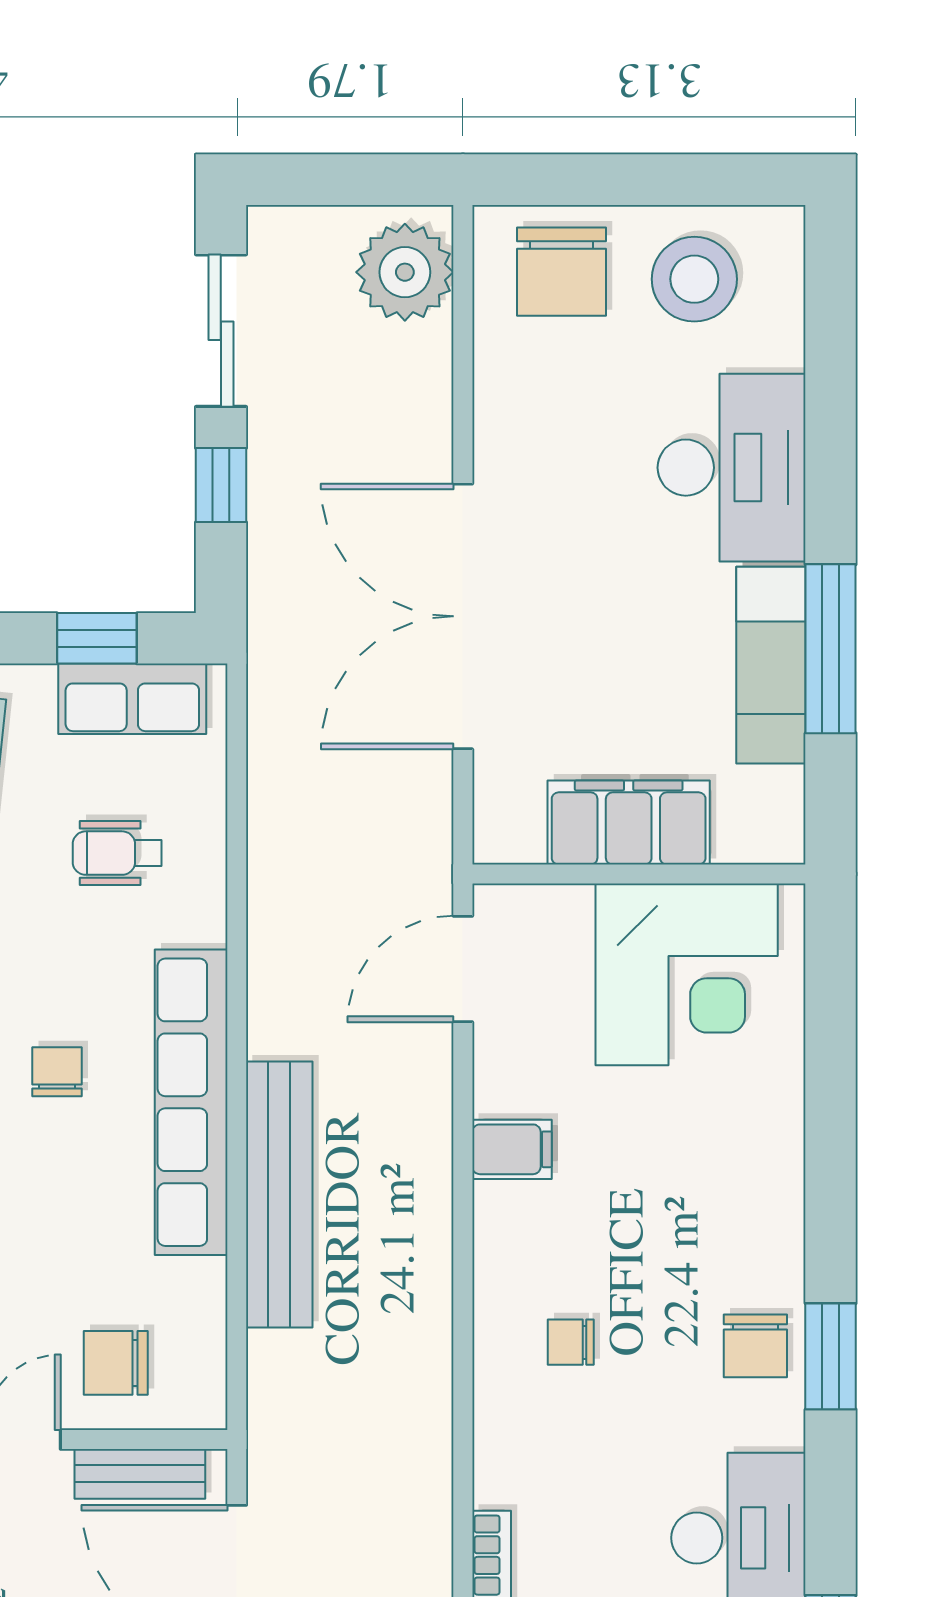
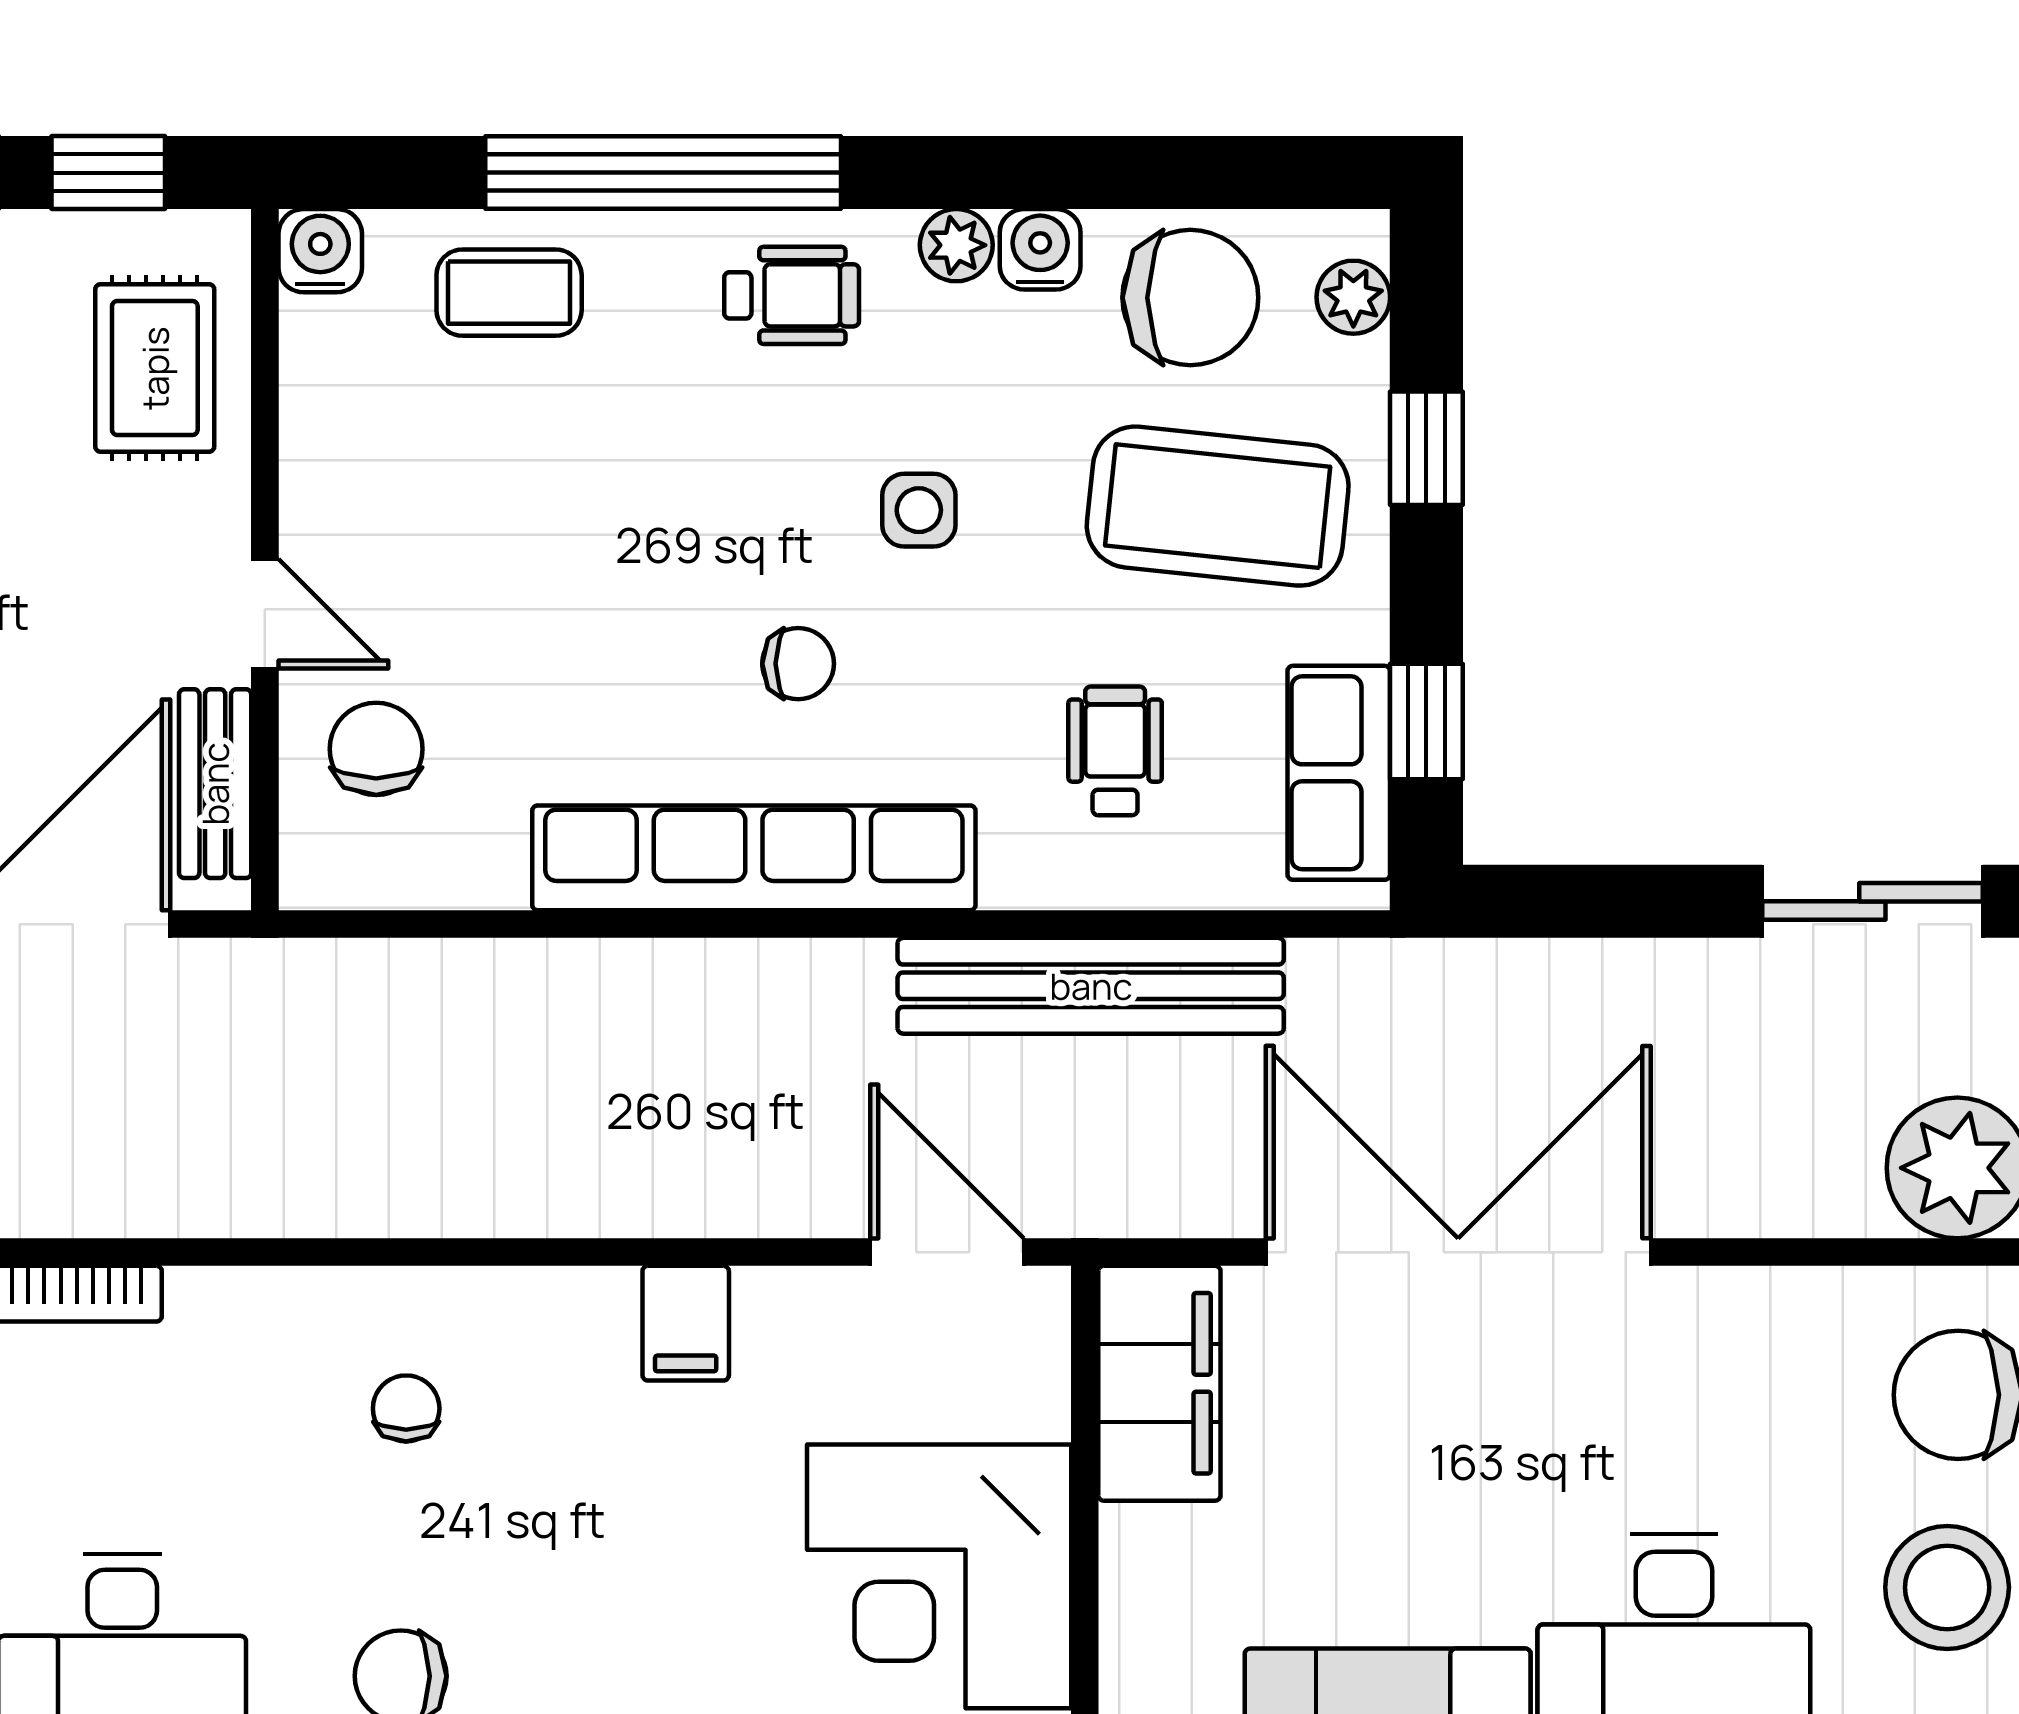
window: (221, 485) -> (1649, 901), removed
filing cabinet: (629, 823) -> (1159, 1383), moved
bench: (279, 1194) -> (1091, 986), moved

